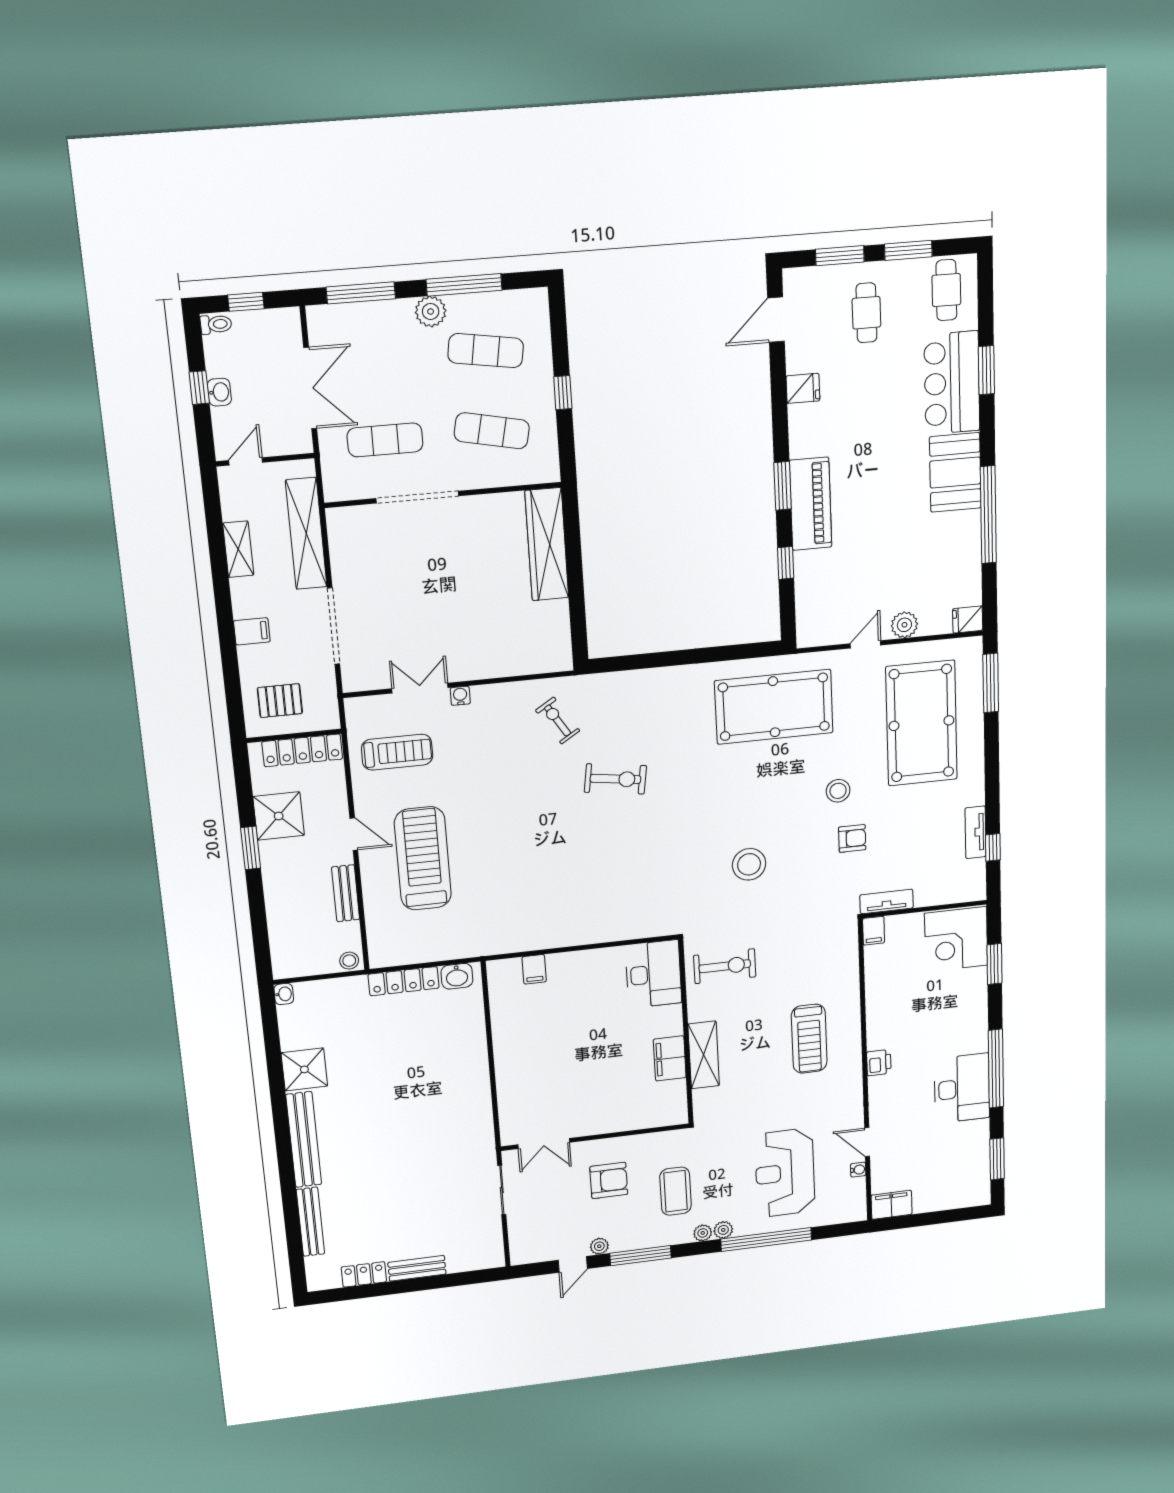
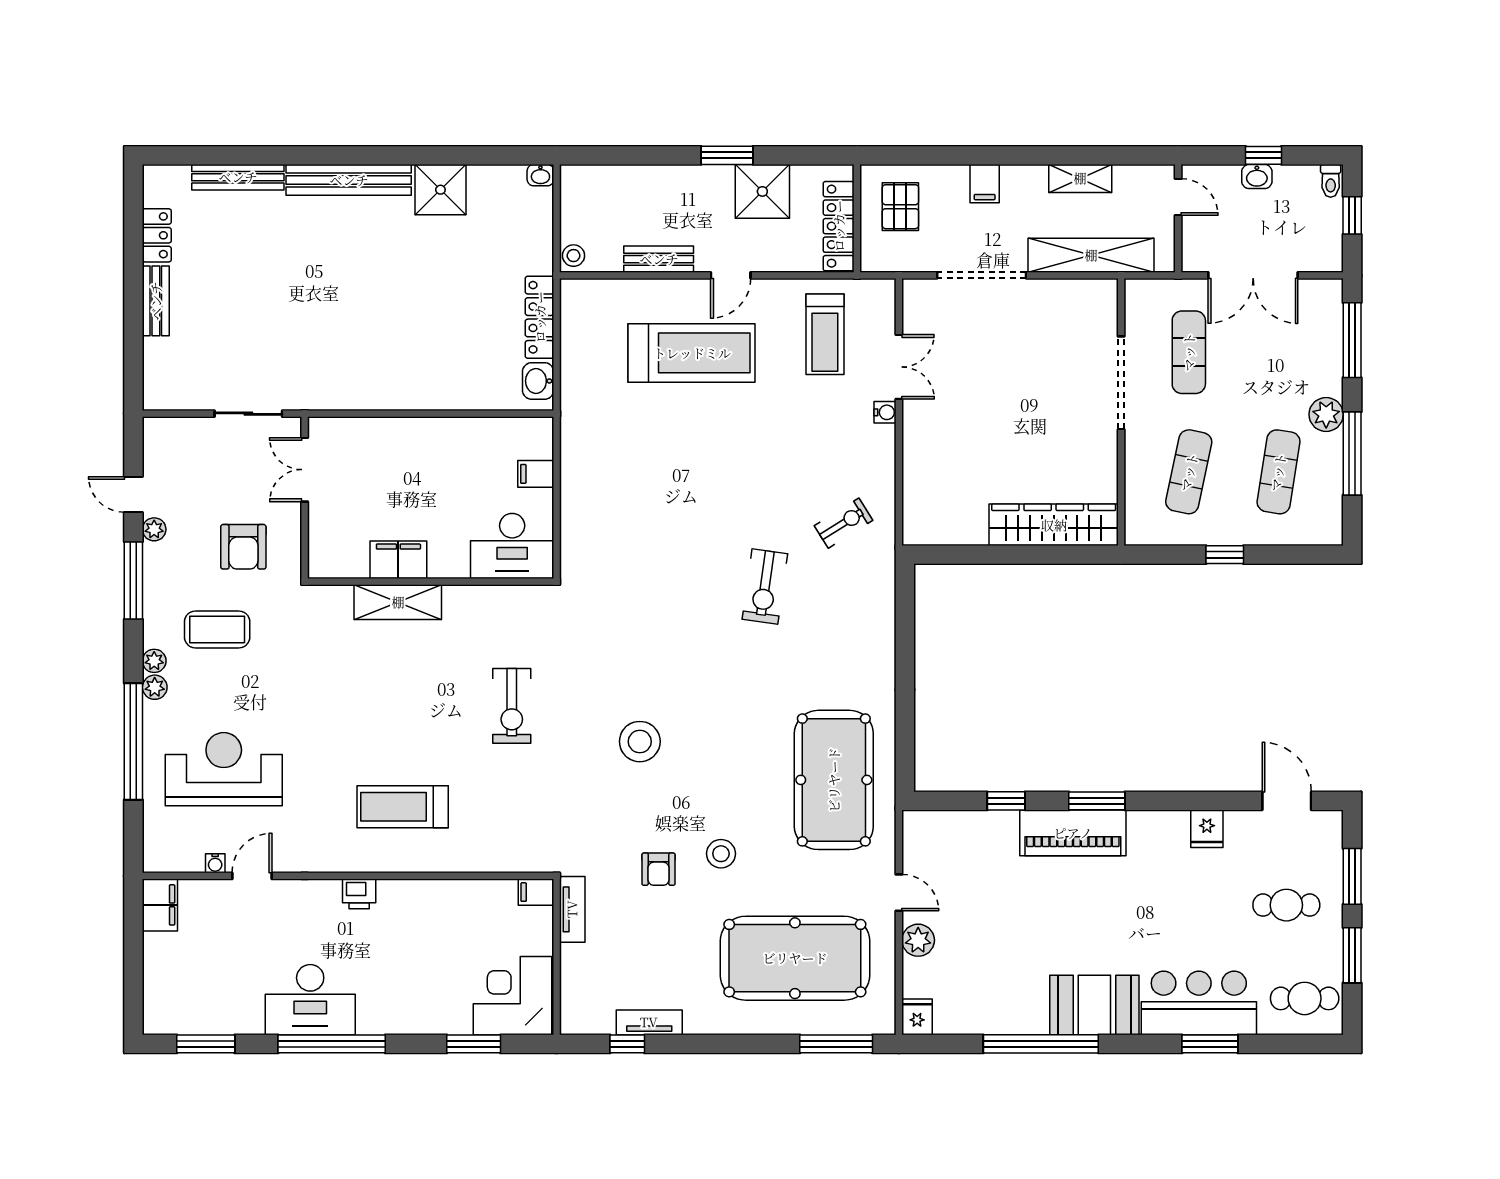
desk: (654, 974) -> (512, 546), moved
wall: (686, 1032) -> (431, 582), moved
shelving: (704, 1055) -> (398, 602), moved
filing cabinet: (670, 1058) -> (398, 560), moved

